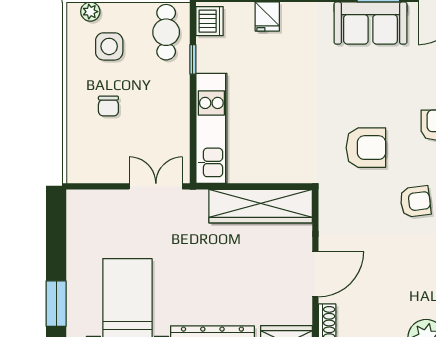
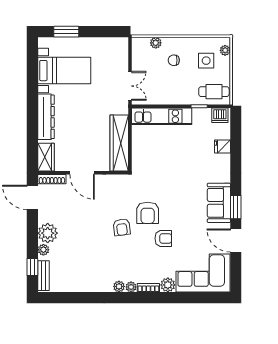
plant: (76, 139) -> (156, 43), added
armchair: (366, 148) -> (148, 213), moved

